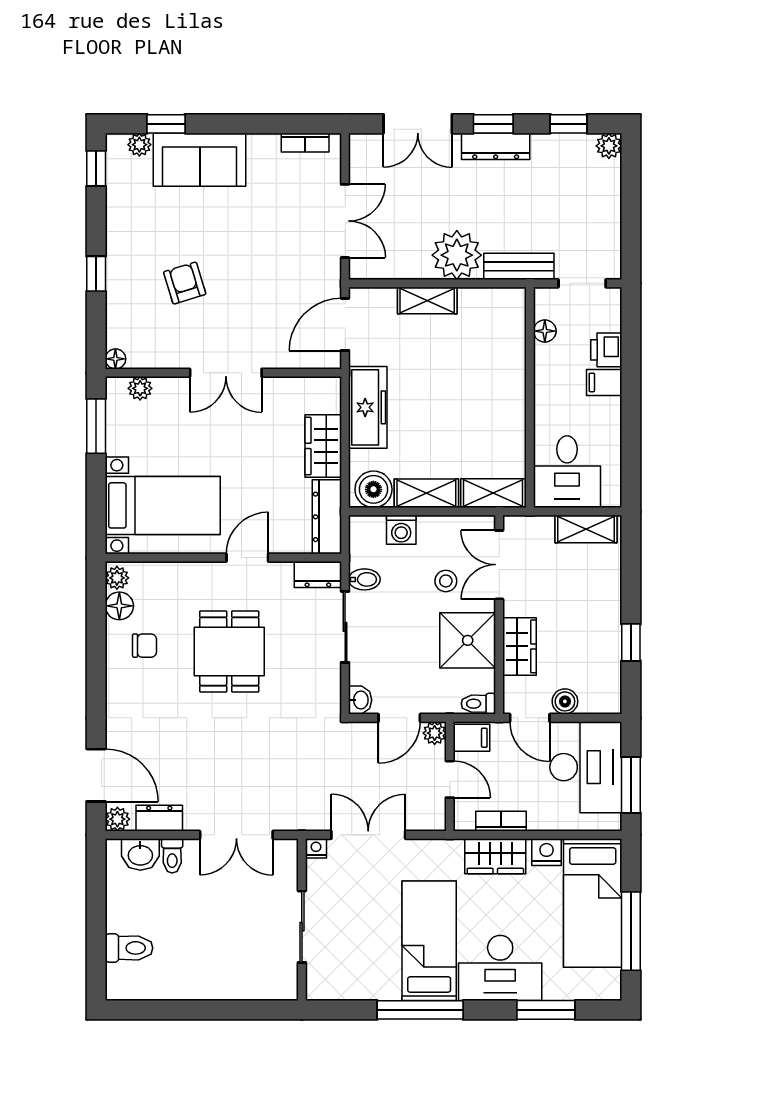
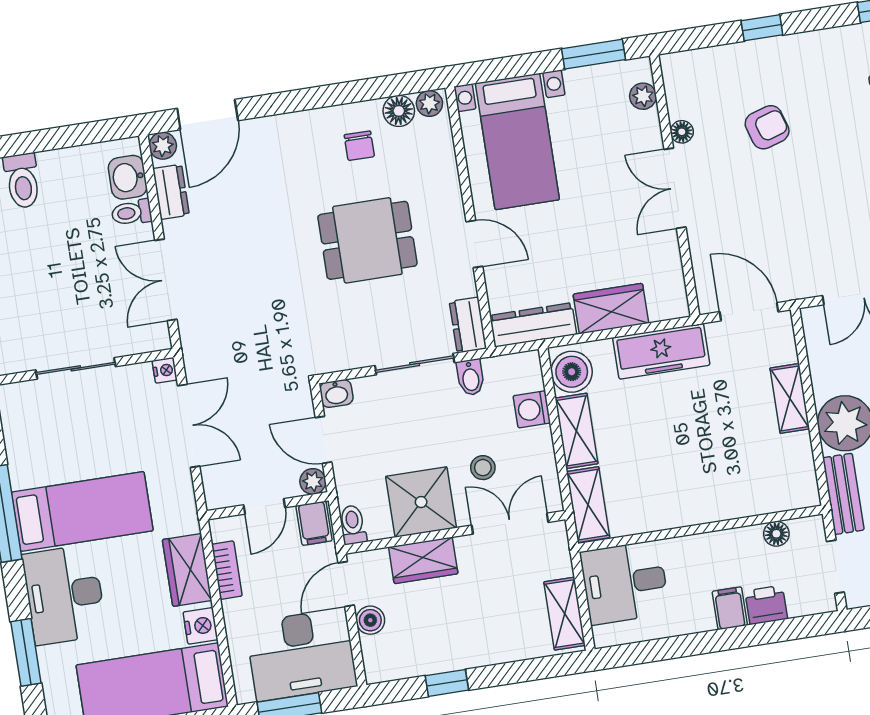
floor lamp: (115, 359) -> (682, 132), moved

